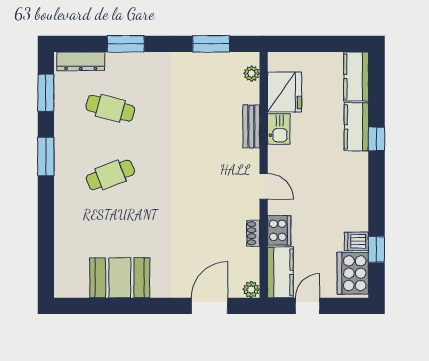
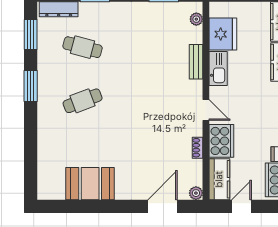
kitchen sink: (279, 129) -> (218, 68), width x1.38
cooker: (279, 230) -> (221, 141), width x1.37, depth x1.31

